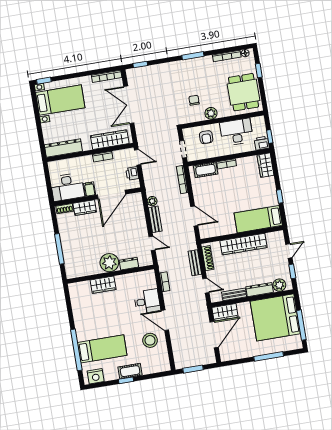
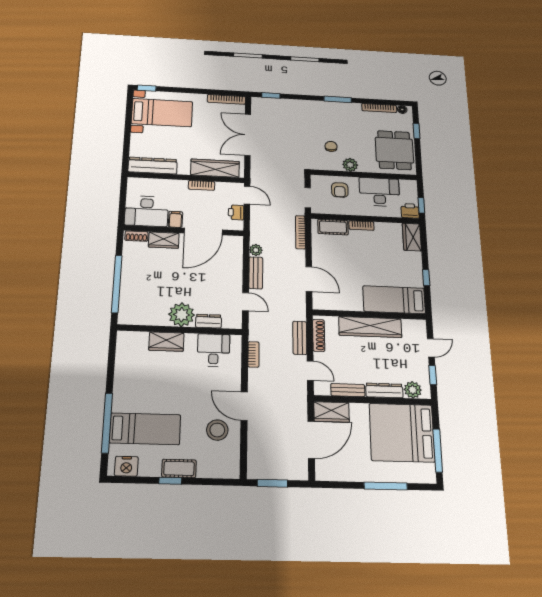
window: (59, 249) -> (117, 284), width x1.46
desk: (147, 301) -> (214, 350), moved, turned -90

